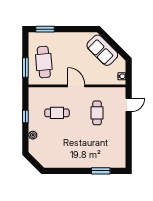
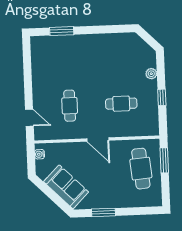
window: (45, 29) -> (104, 212), moved
door: (129, 105) -> (29, 118), swing flipped

